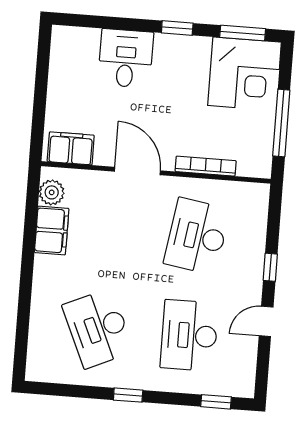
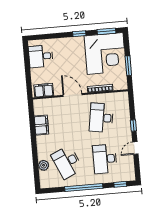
desk: (126, 58) -> (41, 56), moved, turned -90
corner desk: (244, 74) -> (105, 54), width x1.36, depth x1.36
window: (281, 123) -> (128, 66), width x0.69
plant: (52, 192) -> (44, 165), moved
window: (128, 395) -> (84, 187), width x3.17

